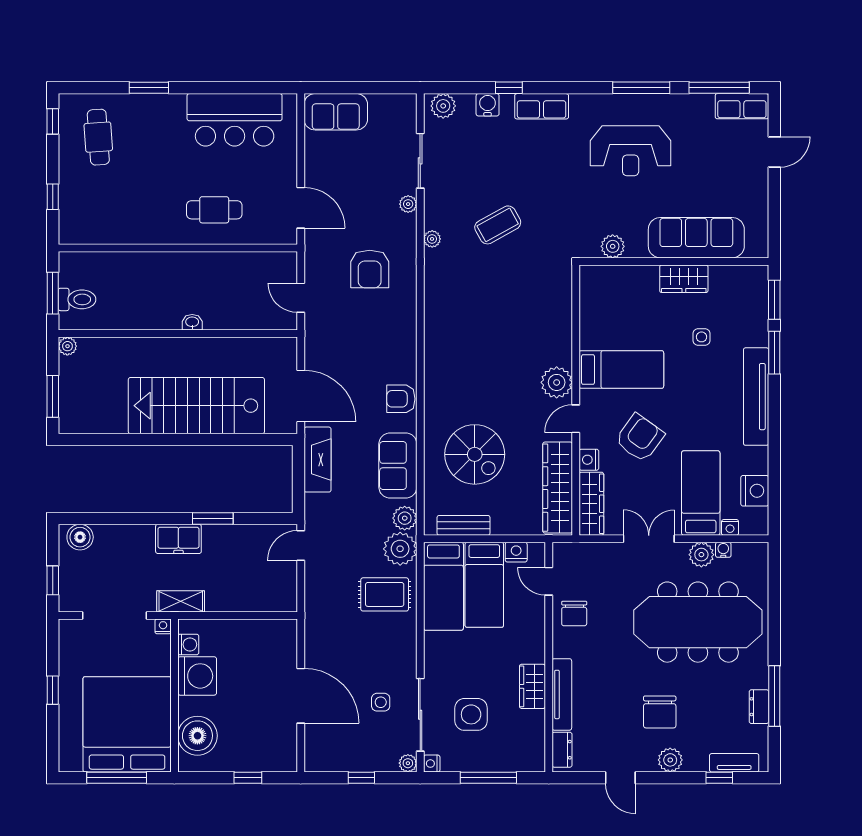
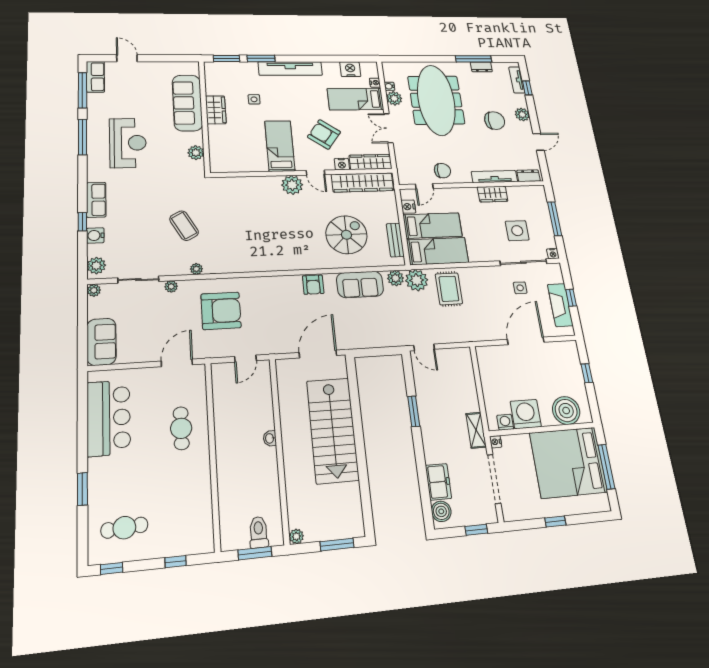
armchair: (370, 269) -> (221, 311), width x1.36, depth x1.36
fireplace: (317, 460) -> (560, 305), moved, turned -90
freezer: (178, 539) -> (438, 482), moved
plant: (408, 763) -> (94, 290), moved

